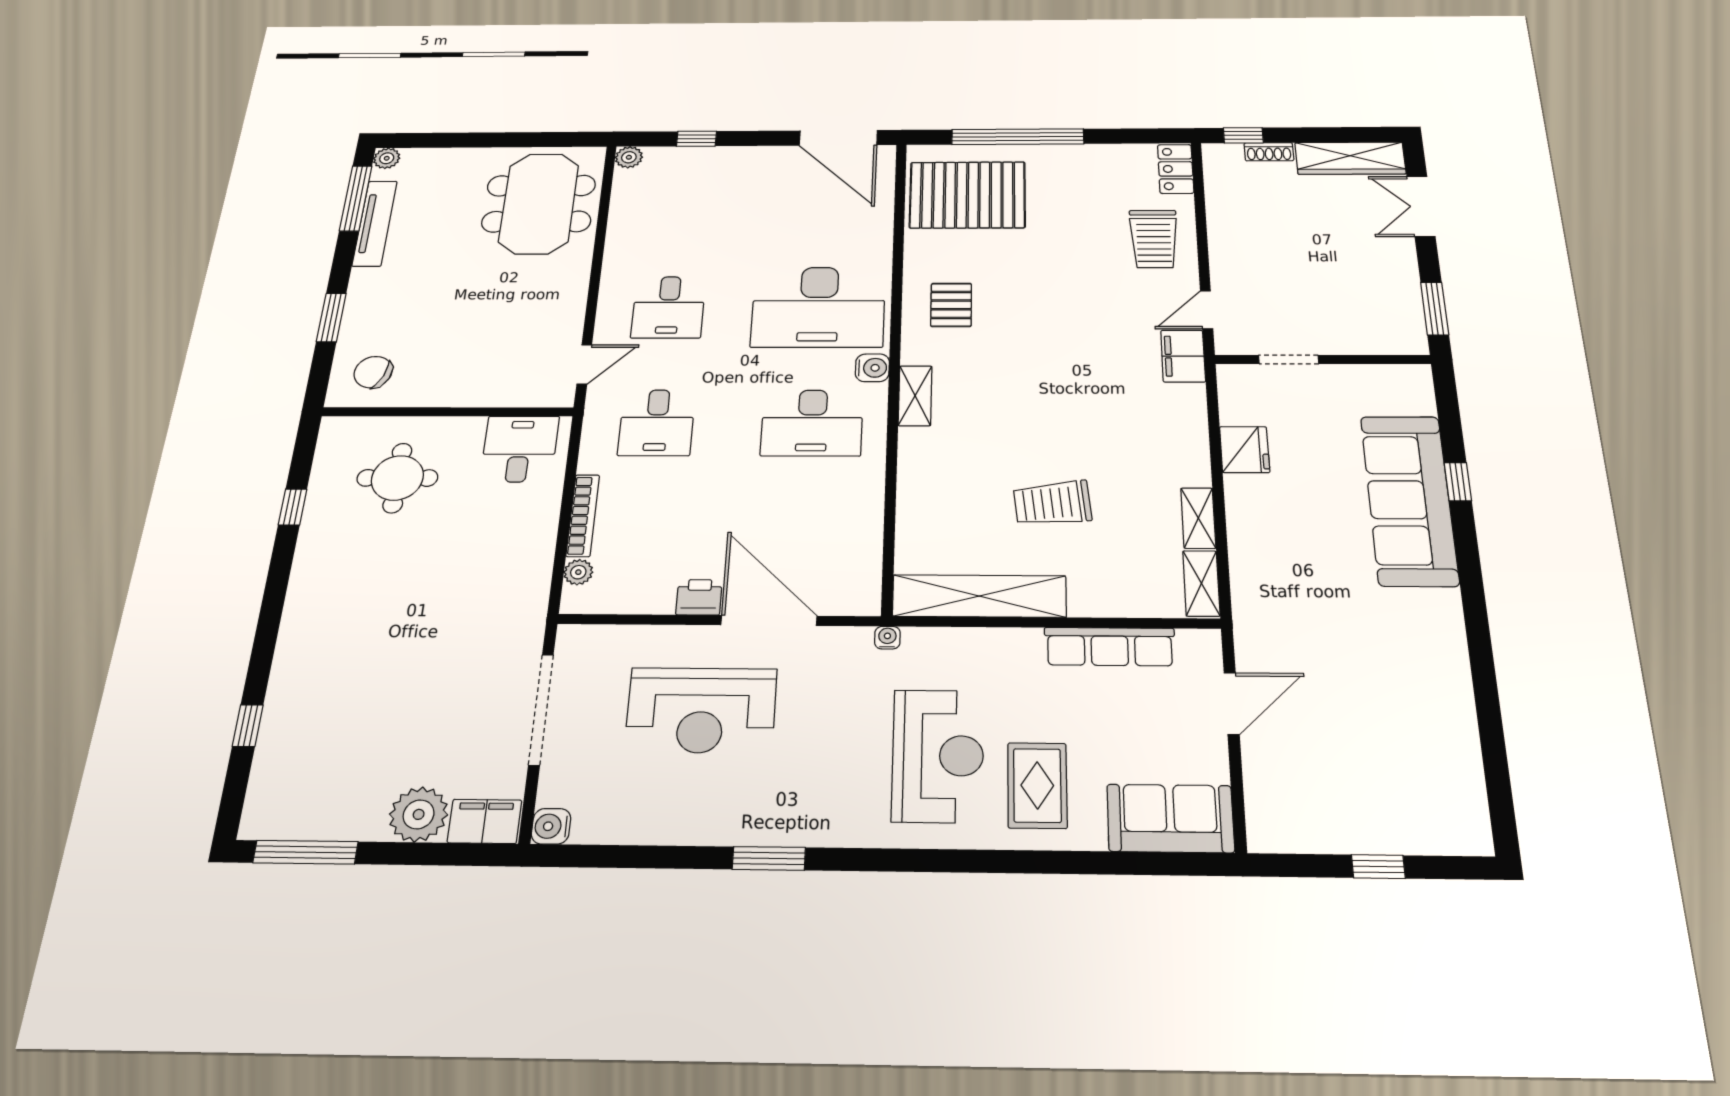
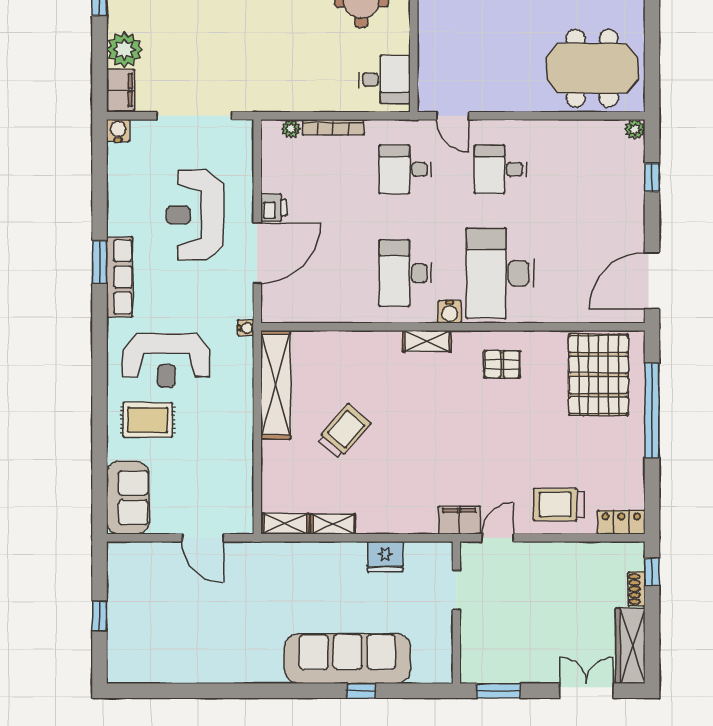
door: (1207, 310) -> (498, 538), hinge flipped
trolley: (1052, 503) -> (344, 431), turned 47
row of seats: (1110, 647) -> (120, 277), moved, turned 180

